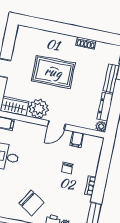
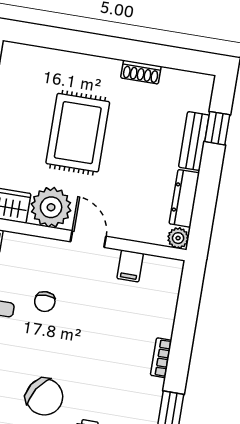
rug: (53, 72) -> (78, 133), turned 90
door: (56, 125) -> (88, 239), swing flipped
chair: (67, 168) -> (45, 302), moved

